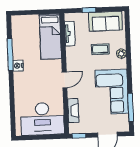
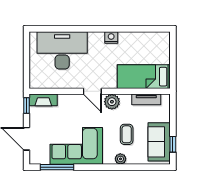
window: (89, 10) -> (173, 144), moved
window: (10, 55) -> (125, 29), removed
plant: (73, 63) -> (112, 102), added
fireplace: (73, 111) -> (43, 100), moved
desk: (42, 119) -> (62, 50), moved, turned 90

